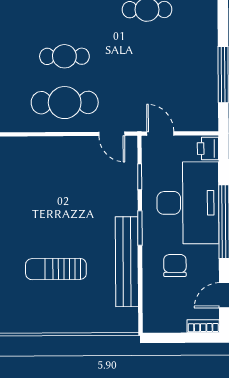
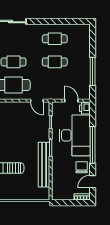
cafe table: (147, 56) -> (55, 62), added
door: (160, 134) -> (71, 101), moved
chair: (175, 266) -> (82, 167), moved

